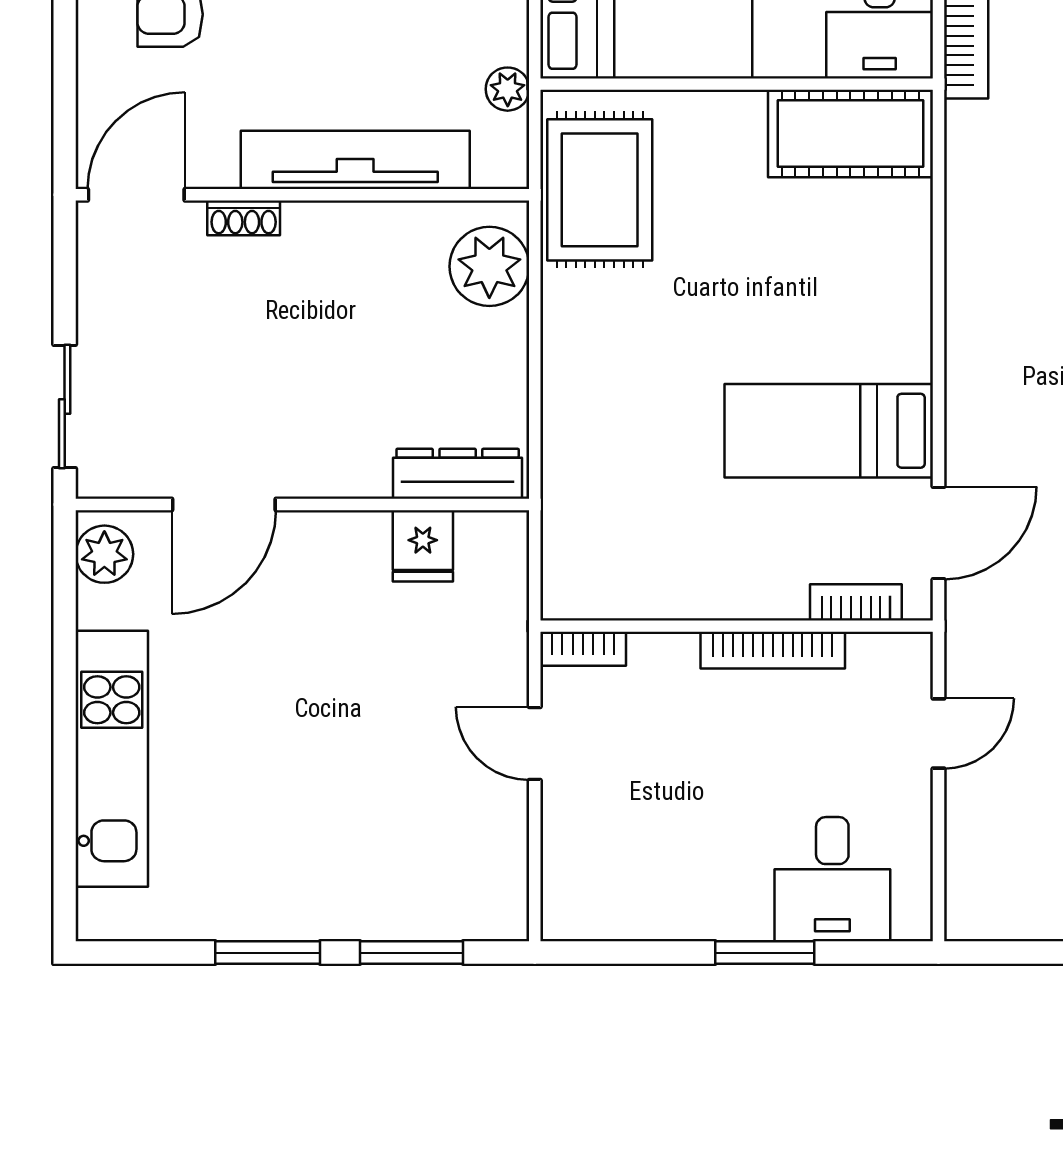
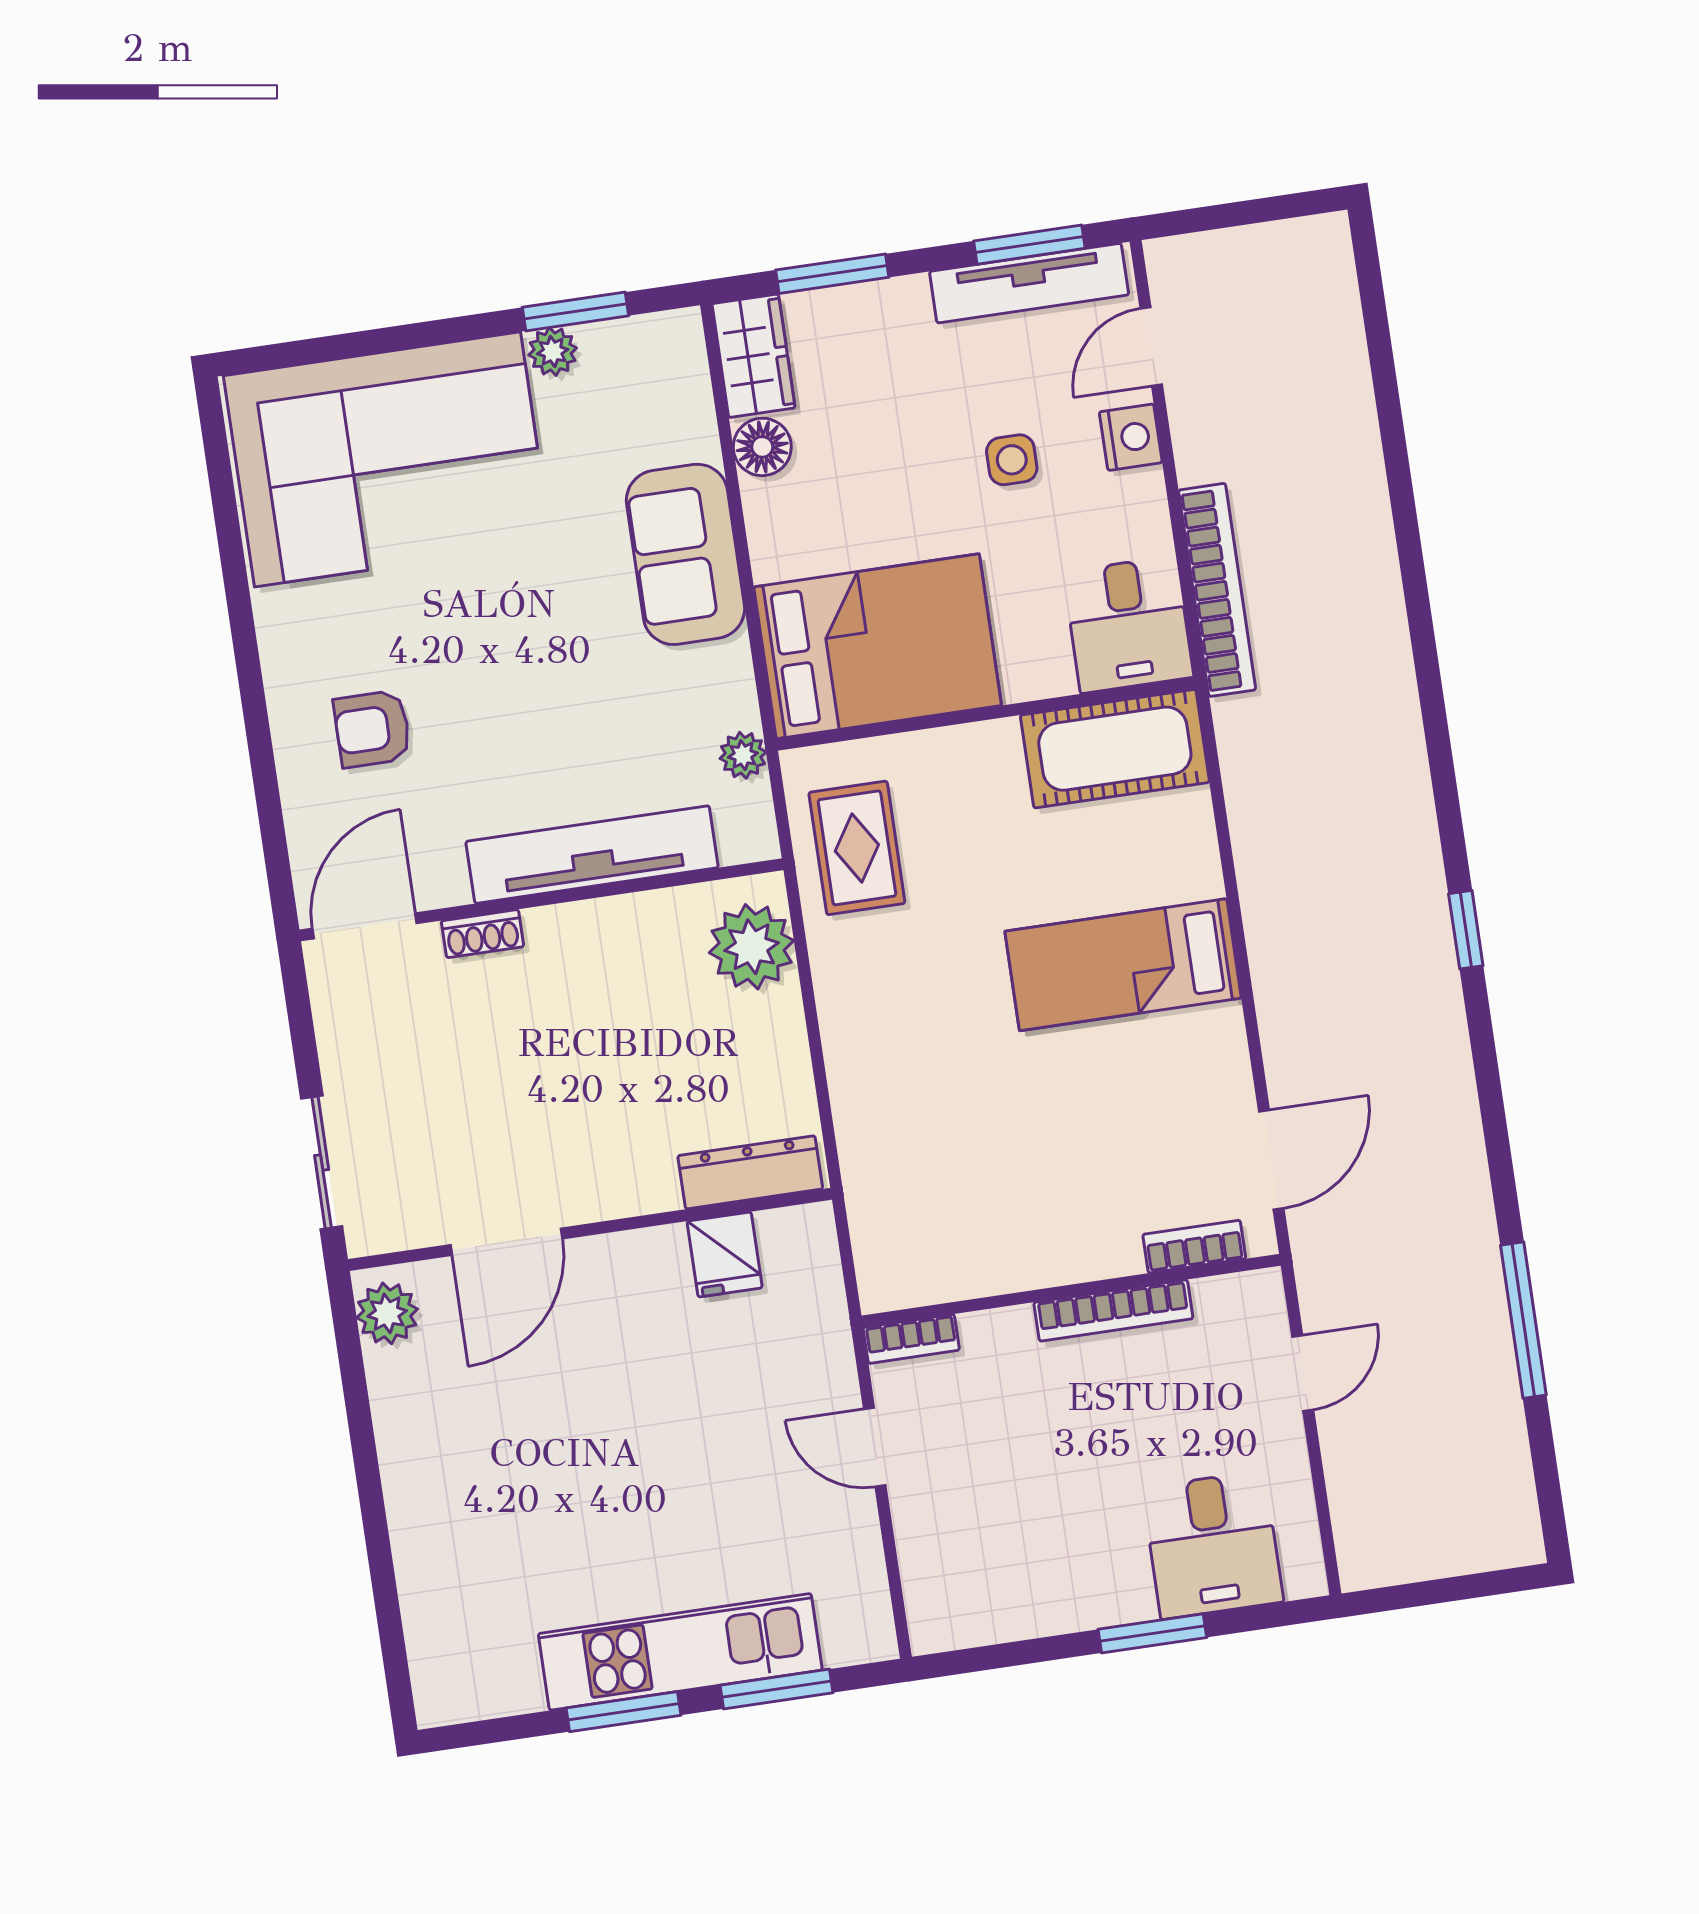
rug: (600, 190) -> (857, 848), width x0.73, depth x0.70
bed: (829, 431) -> (1123, 965), moved
kitchen unit: (112, 759) -> (680, 1652), moved, turned -90

